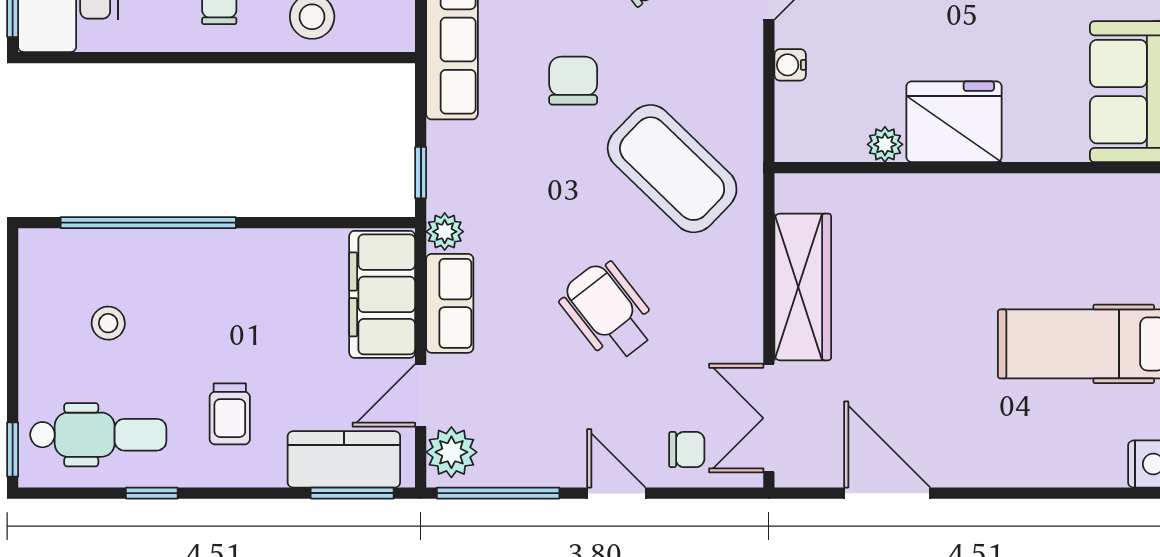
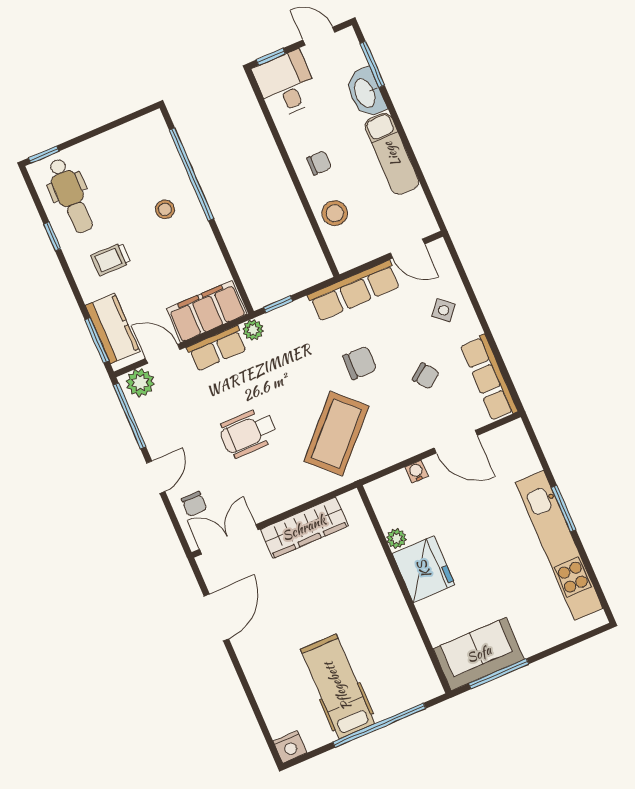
wheelchair: (609, 312) -> (248, 433), turned -142
stool: (108, 323) -> (165, 209), moved

